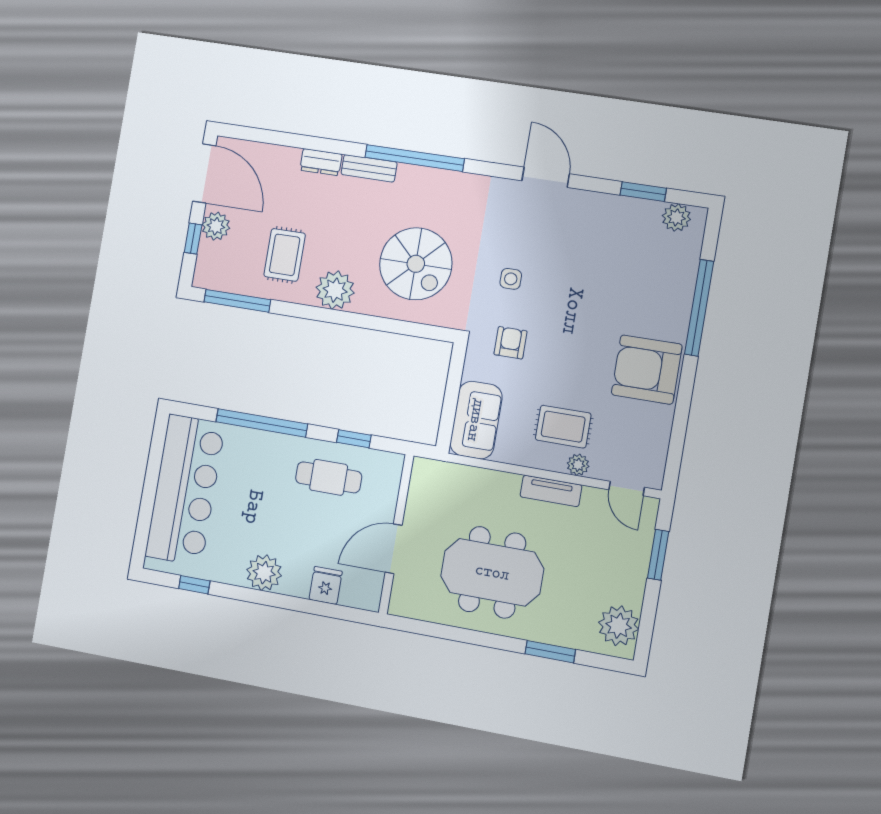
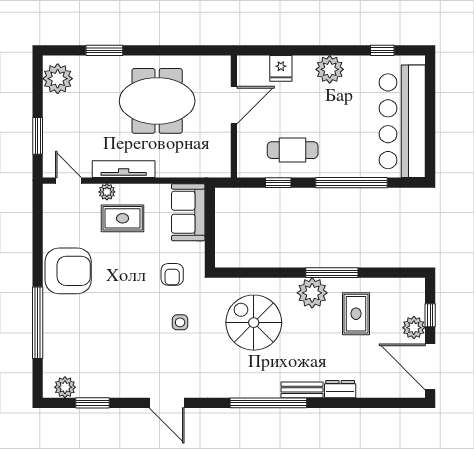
window: (237, 301) -> (332, 273), moved
tv unit: (551, 491) -> (124, 169), width x1.41

